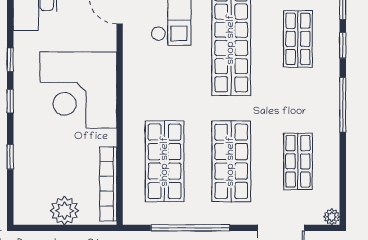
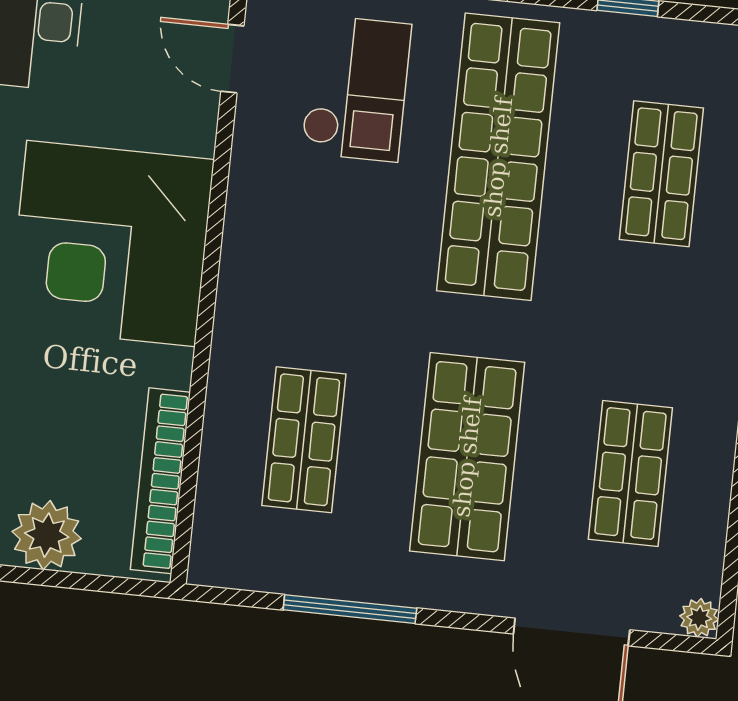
shop shelf: (165, 161) -> (304, 440), width x0.70, depth x0.74
window: (190, 228) -> (350, 609), width x0.68

